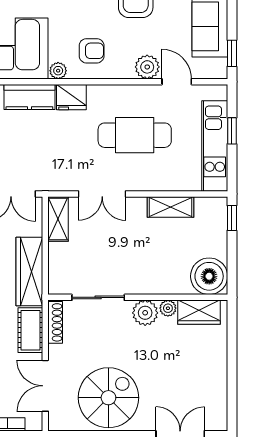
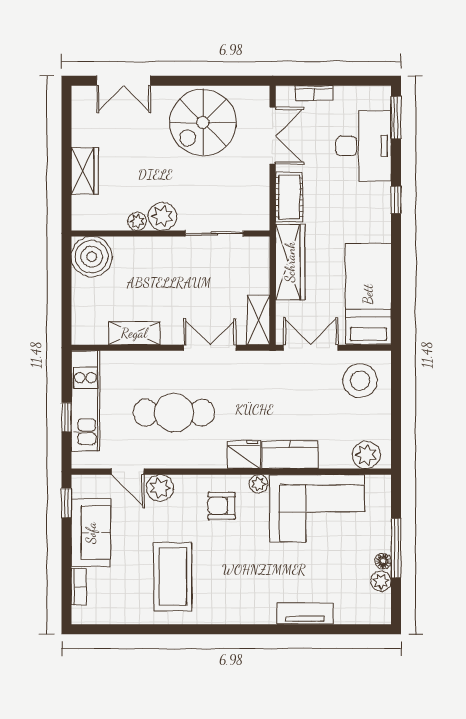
window: (232, 218) -> (66, 321), removed
wardrobe: (199, 312) -> (85, 171), moved, turned 90
shoe rack: (55, 322) -> (262, 206), removed

